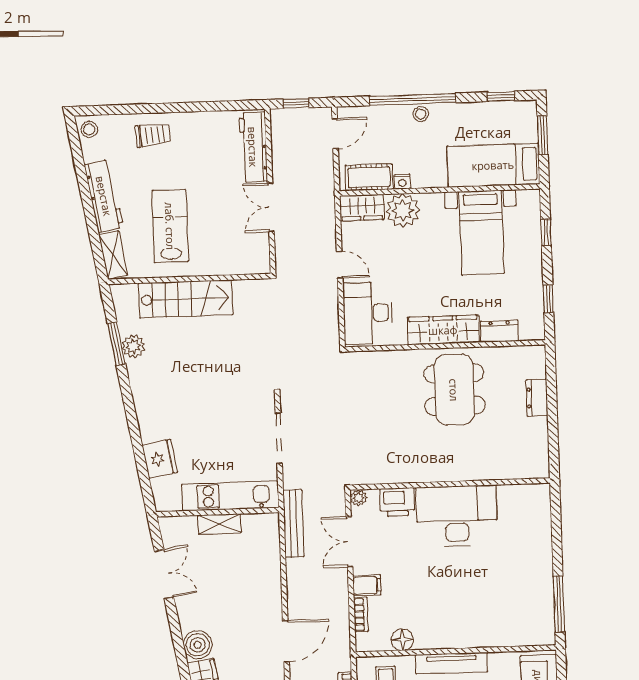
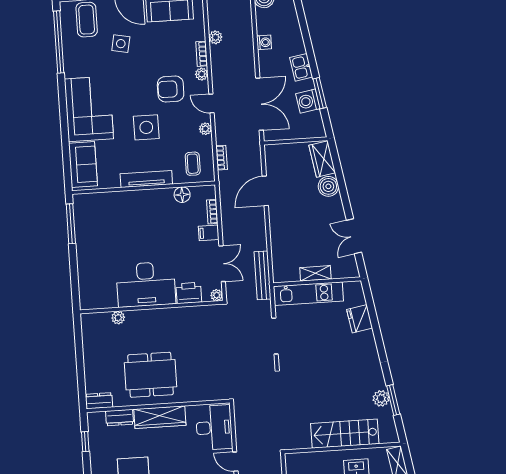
dining table: (454, 390) -> (150, 375), turned 90
dresser: (537, 398) -> (99, 401), moved, turned -90
plant: (497, 471) -> (118, 318), added

